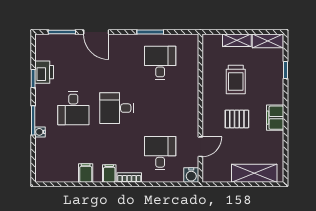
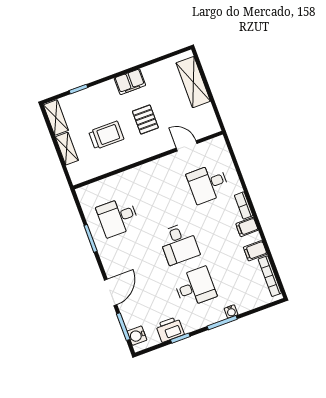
water cooler: (191, 175) -> (137, 336), moved, turned 180
bookcase: (59, 177) -> (270, 276), added

